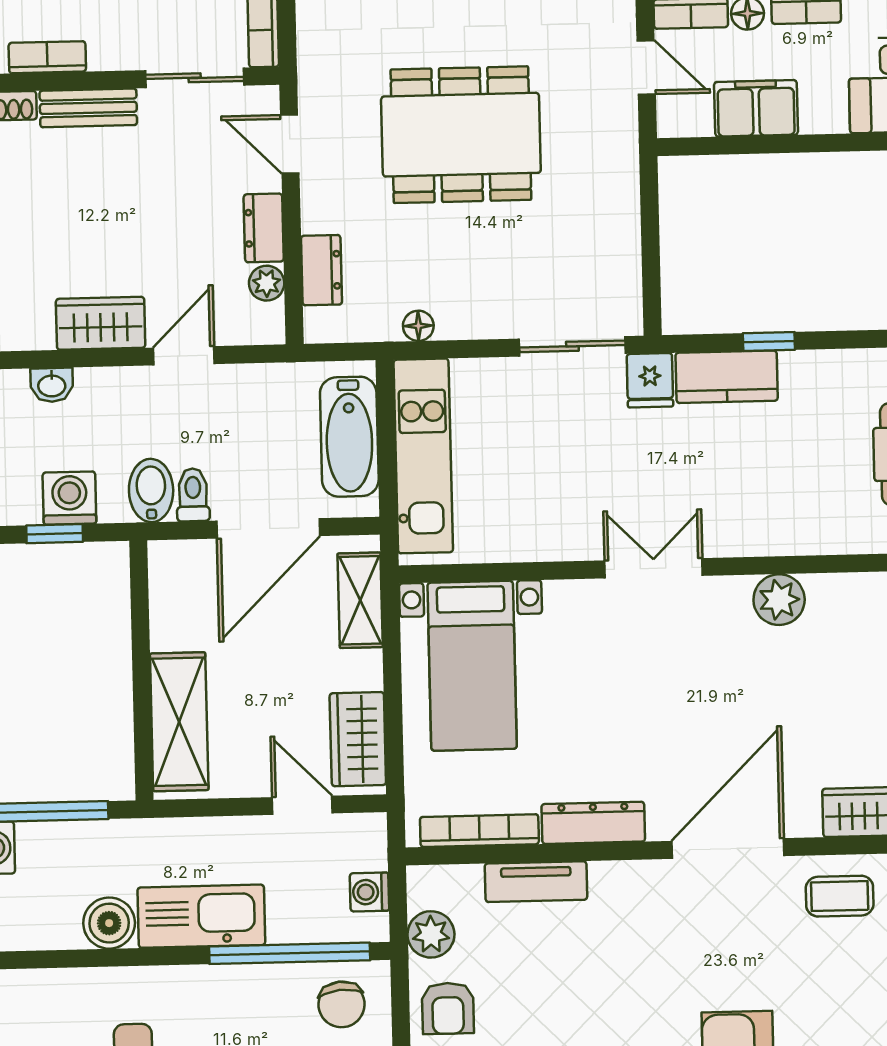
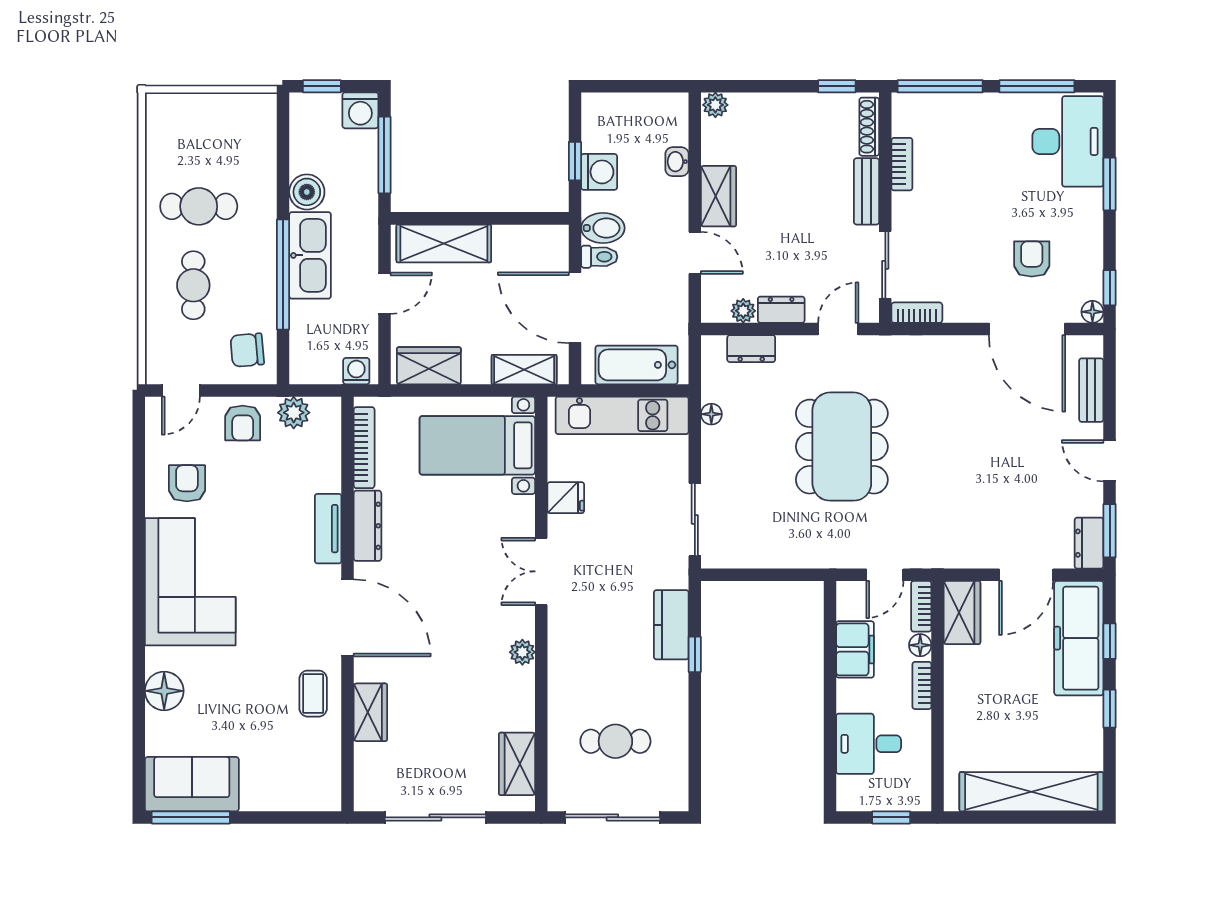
fridge: (650, 380) -> (566, 498), moved, turned 180
double door: (654, 568) -> (541, 571), swing flipped
plant: (779, 600) -> (522, 652), width x0.73, depth x0.73
door: (302, 805) -> (384, 293), moved
tv unit: (536, 882) -> (328, 529), moved
washing machine: (369, 892) -> (356, 371), moved
window: (290, 953) -> (283, 274), moved
armchair: (448, 1008) -> (243, 423), turned -90

